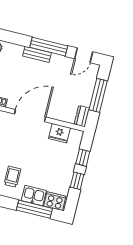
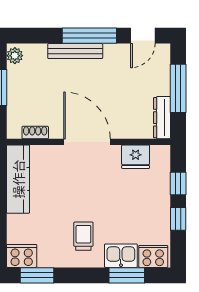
bench: (37, 54) -> (75, 51), width x1.36
door: (30, 116) -> (87, 142), hinge flipped
dresser: (82, 116) -> (162, 118), width x1.44
window: (34, 209) -> (127, 275), width x0.69

